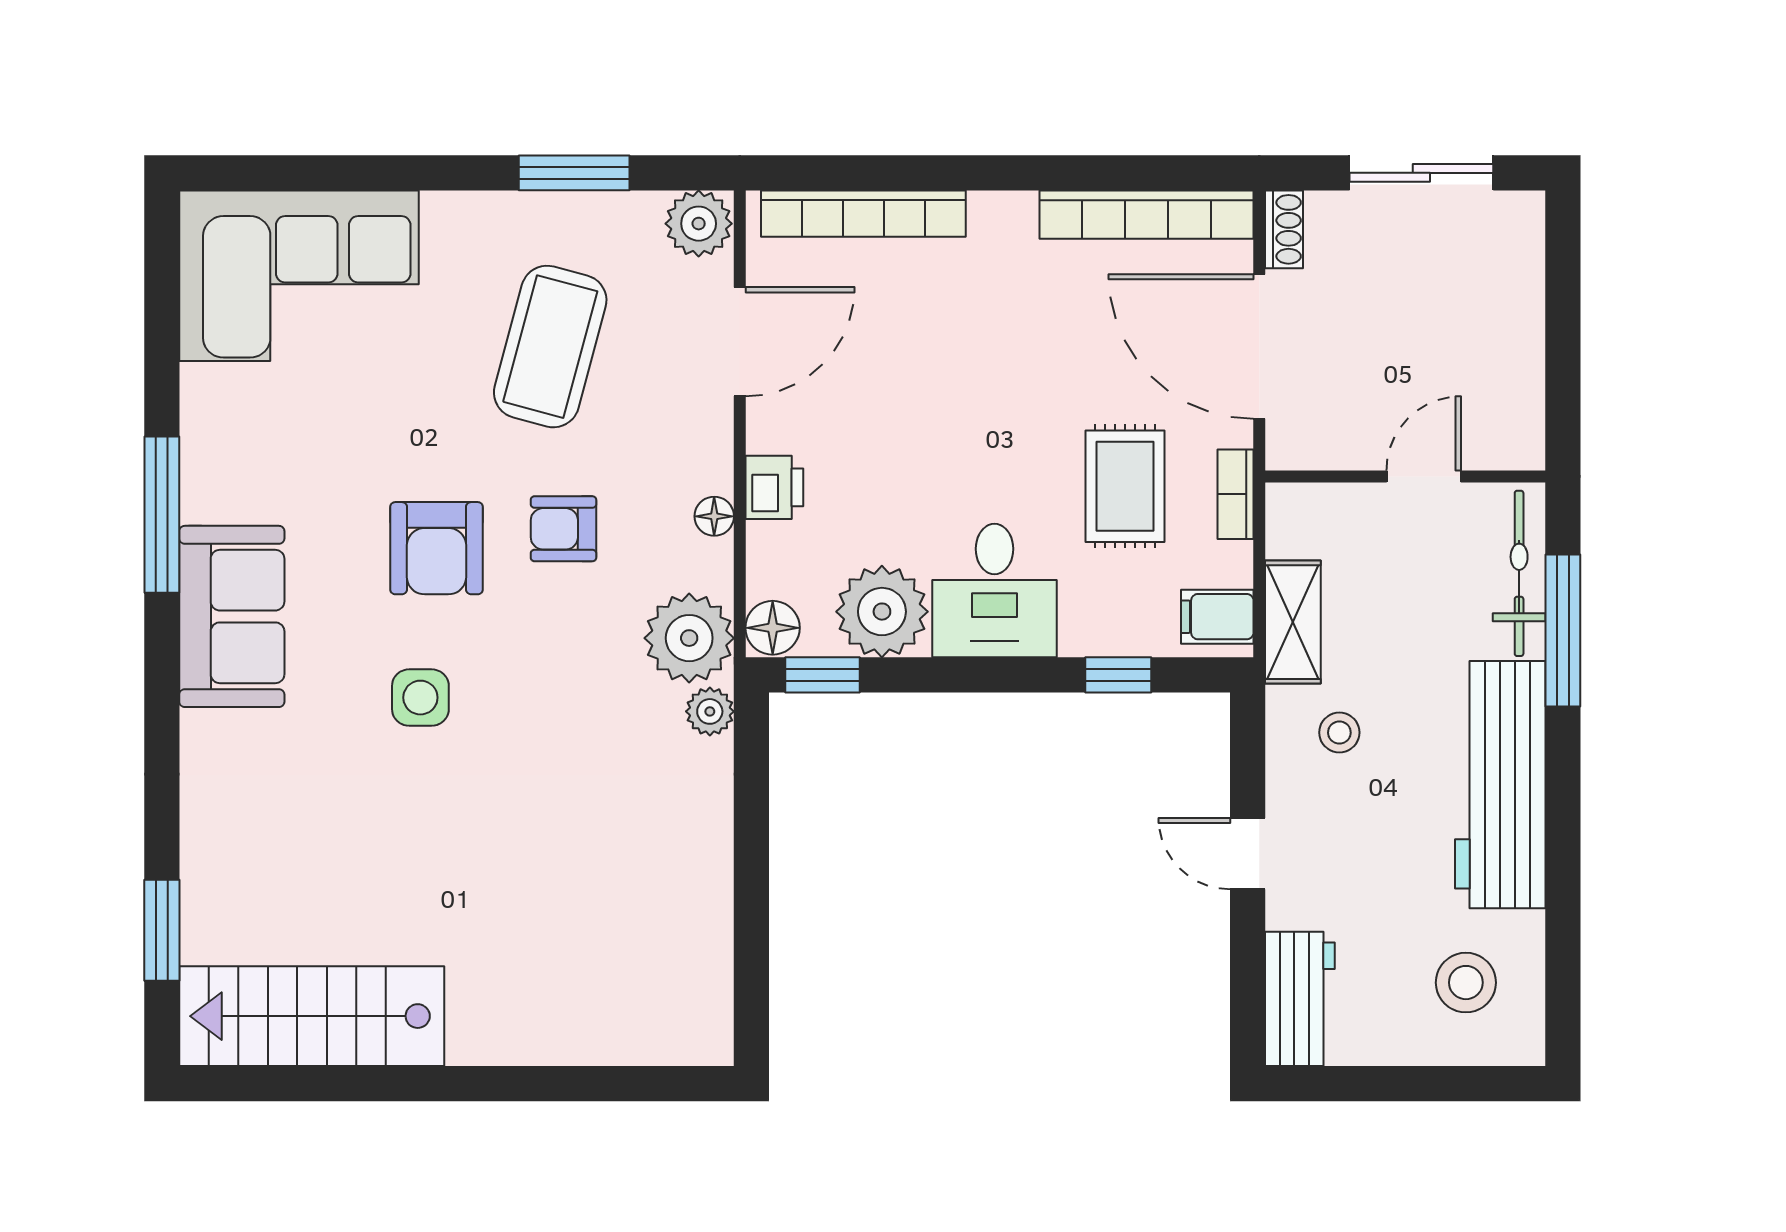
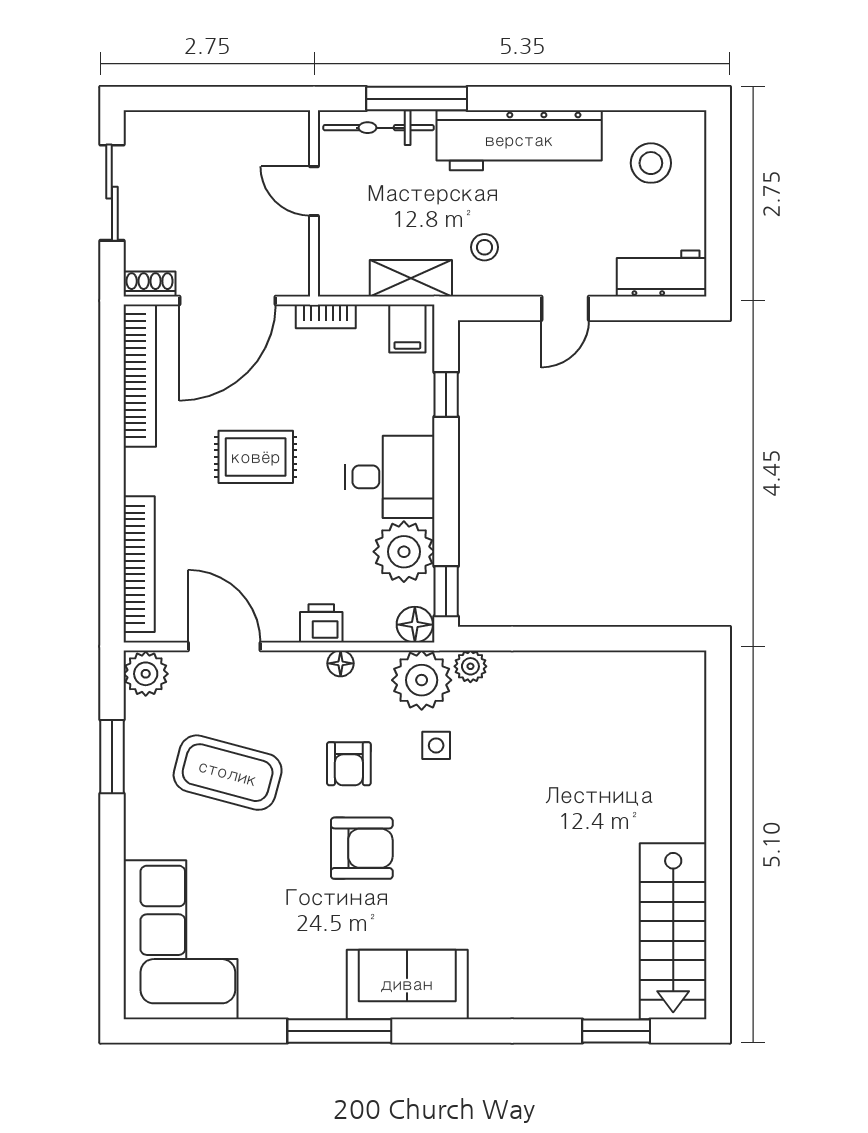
rug: (1125, 486) -> (256, 457), moved
side table: (420, 698) -> (436, 745), moved, width x0.73, depth x0.73

